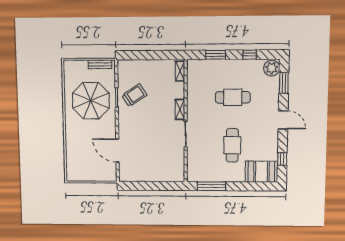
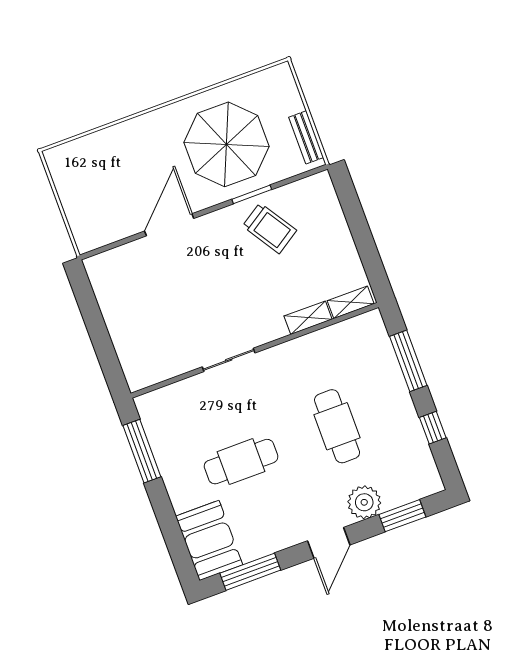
window: (216, 55) -> (408, 361), width x1.44
plant: (272, 68) -> (364, 502), moved
shelving: (180, 110) -> (308, 318), moved
door: (117, 150) -> (169, 225), moved
window: (282, 159) -> (250, 572), width x2.17

